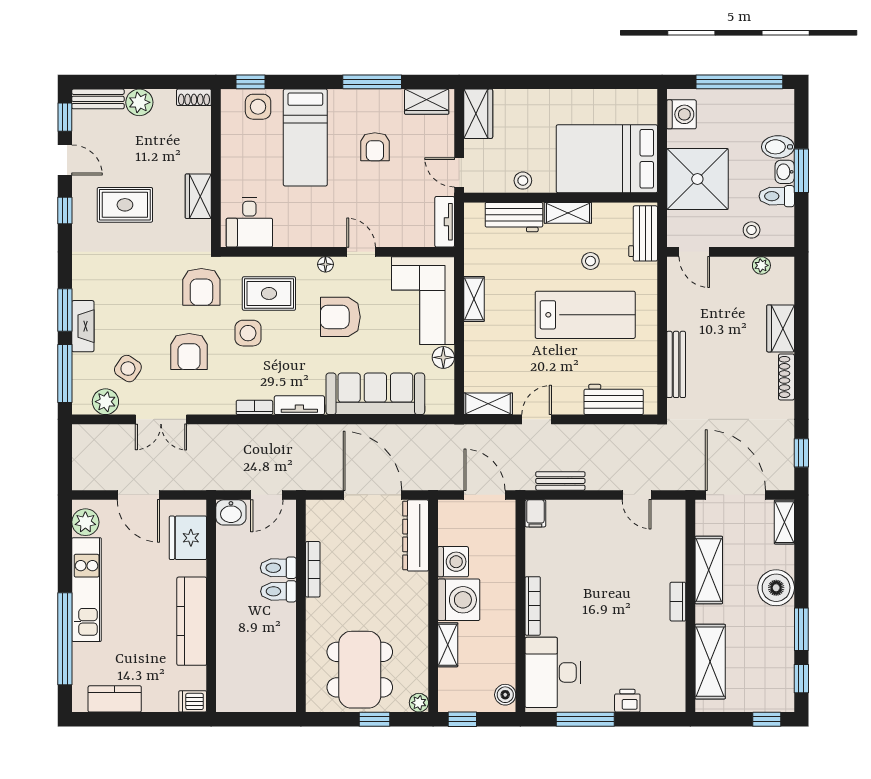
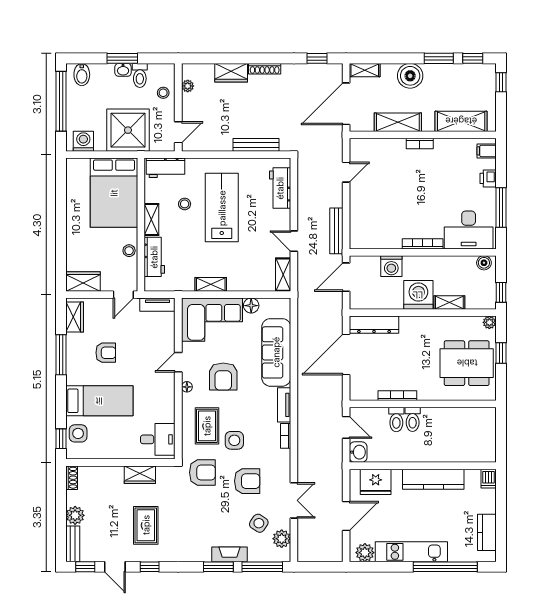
bidet: (778, 147) -> (82, 75), moved
door: (65, 160) -> (115, 567), swing flipped
bench: (560, 481) -> (336, 231), width x1.36
filing cabinet: (535, 513) -> (487, 151), moved, turned 180
washing machine: (453, 562) -> (391, 266), moved, turned 180

